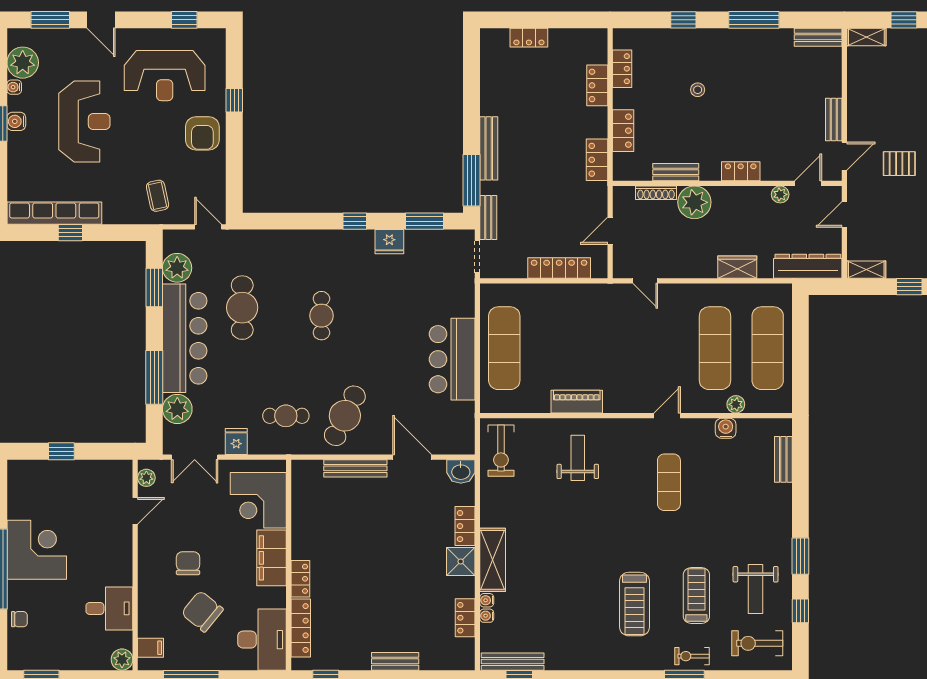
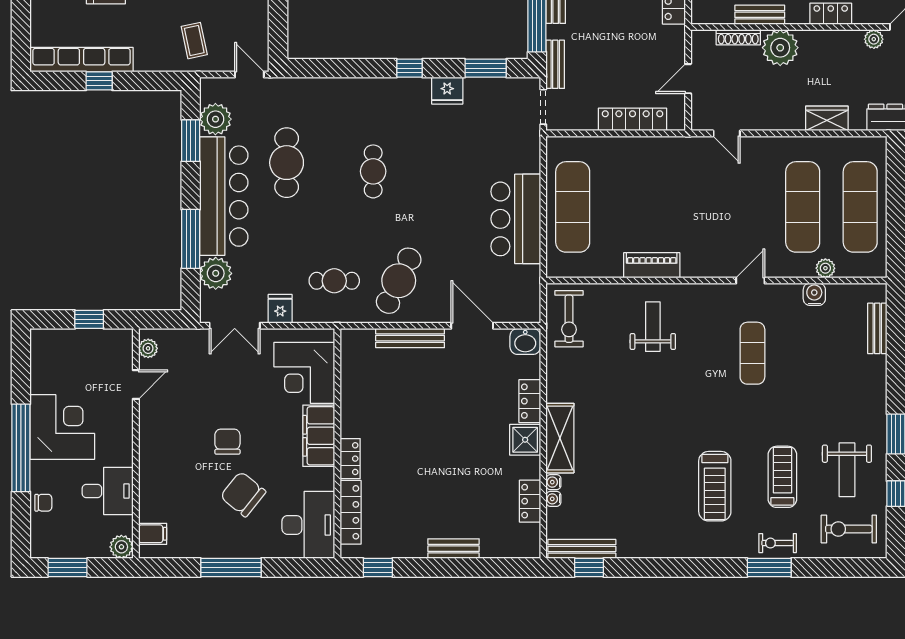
plant: (146, 478) -> (148, 348), moved
door: (135, 511) -> (136, 385), moved
wall: (135, 565) -> (136, 443), moved
desk: (109, 608) -> (108, 491), moved
filing cabinet: (151, 648) -> (153, 534), moved
plant: (122, 660) -> (121, 547), moved

